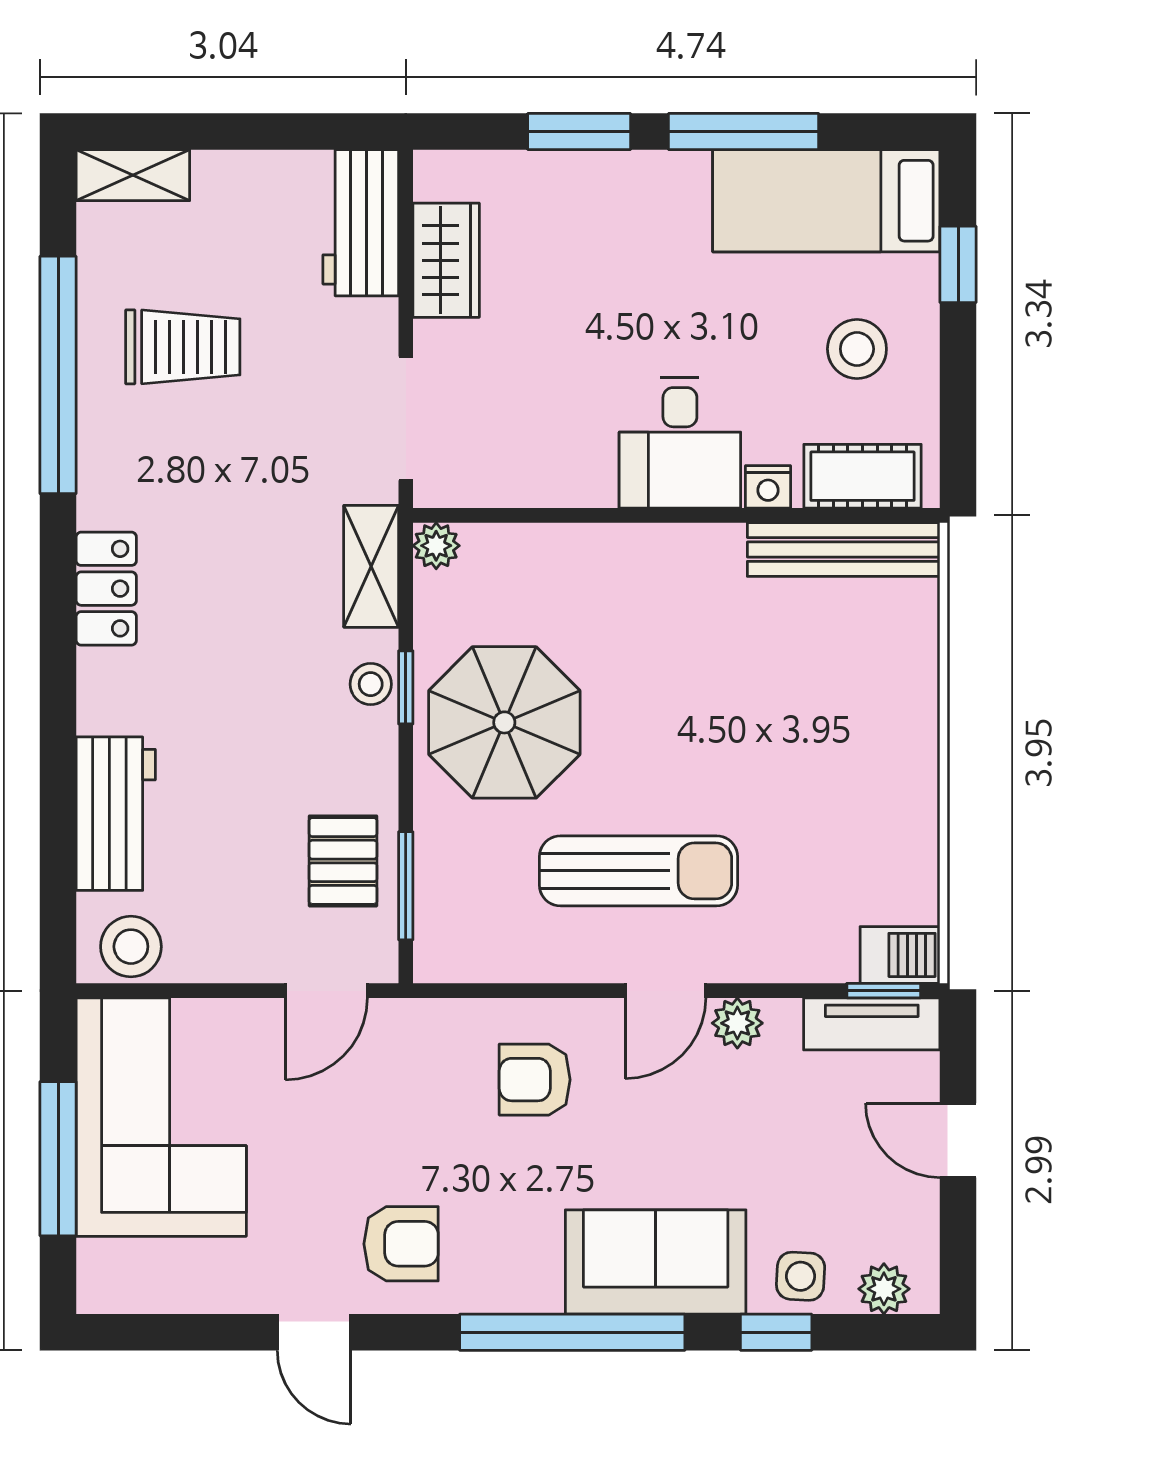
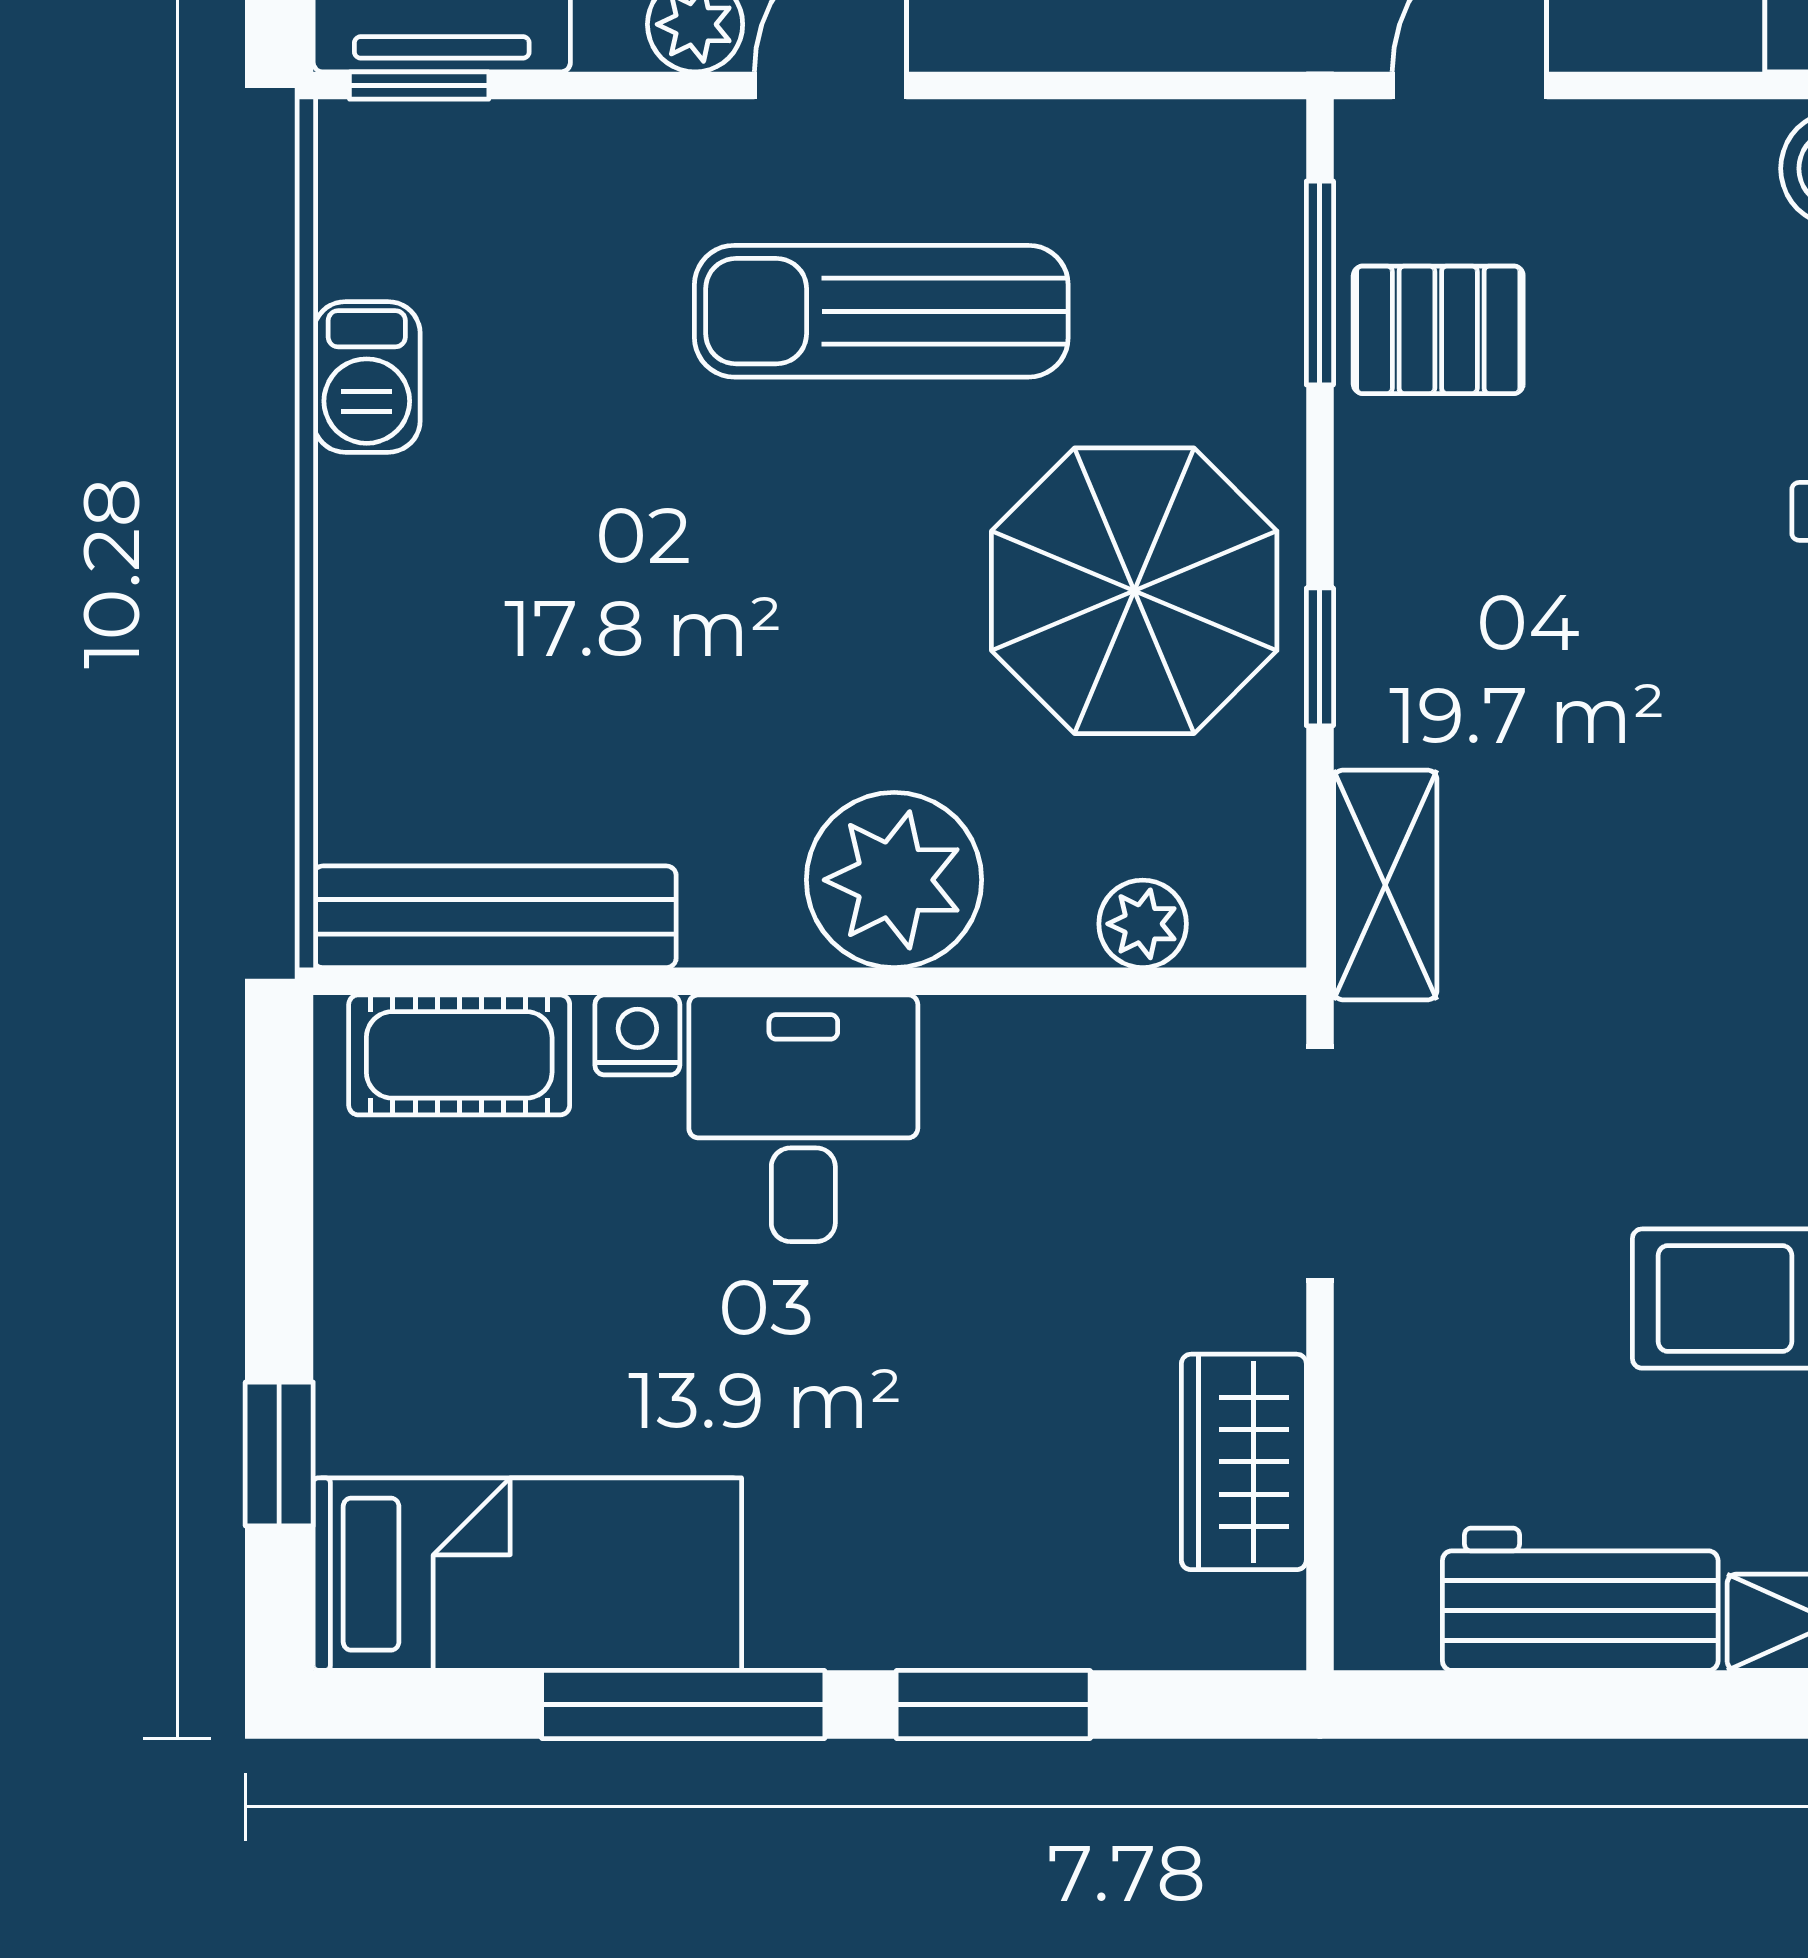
workbench: (361, 223) -> (1580, 1599), moved, turned -90
stool: (857, 349) -> (470, 1295), removed
plant: (436, 546) -> (1143, 924), moved
plant: (632, 569) -> (894, 880), added
stool: (371, 684) -> (1386, 663), removed
pallet: (343, 861) -> (1438, 330), turned 90
barbecue: (900, 955) -> (367, 377), moved, turned -90

